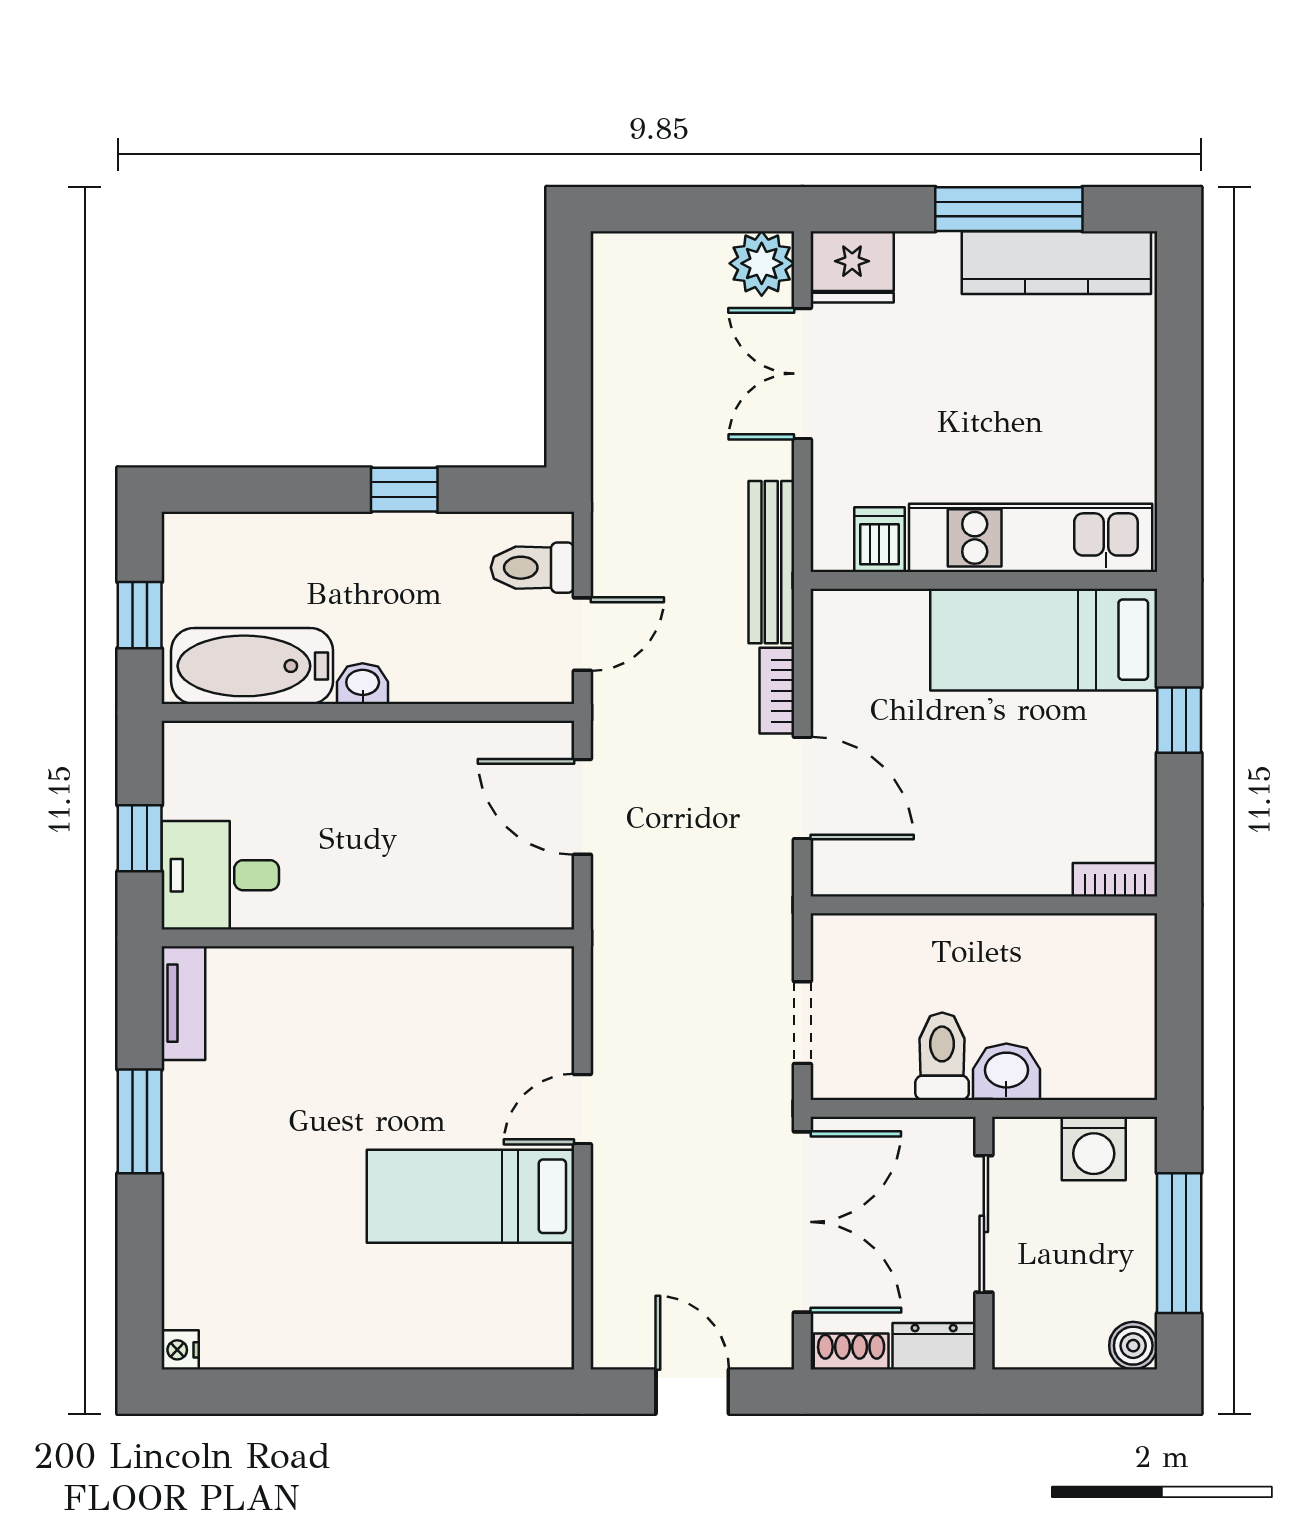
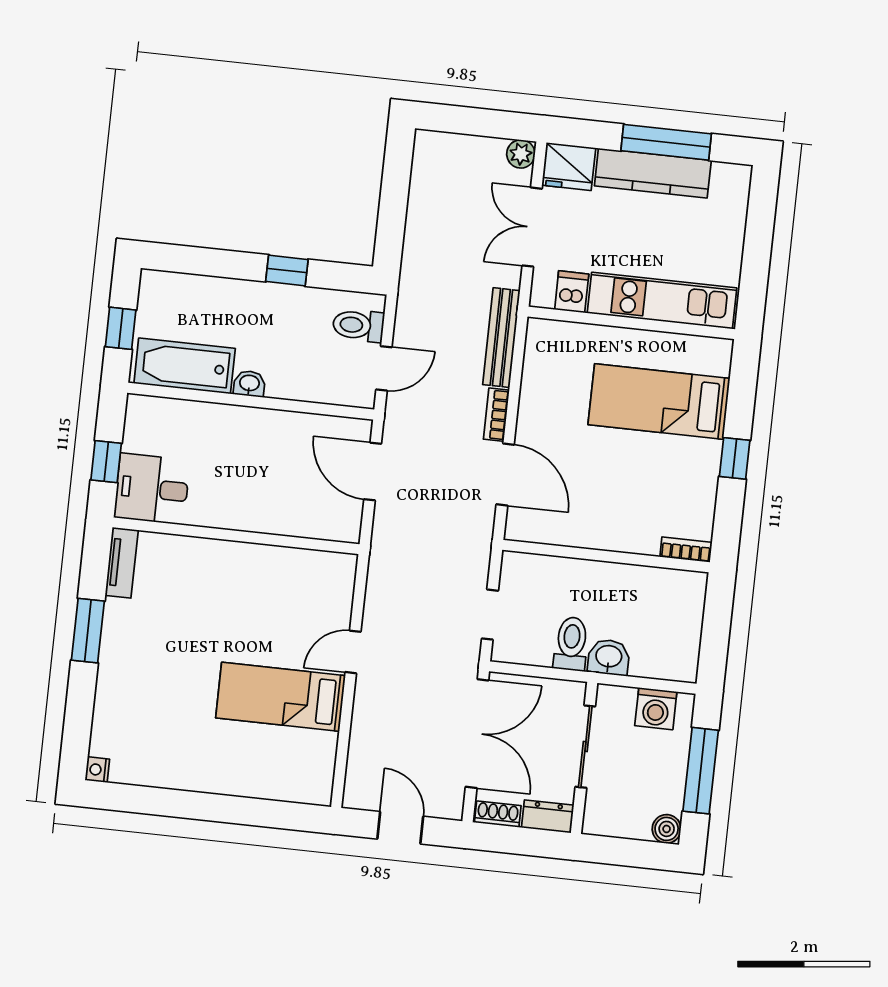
plant: (762, 263) -> (521, 154), width x0.73, depth x0.73
kitchen counter: (1056, 263) -> (653, 173), moved
kitchen unit: (1031, 538) -> (662, 301), moved
dishwasher: (879, 540) -> (572, 292), moved
wall: (984, 580) -> (631, 323), moved

